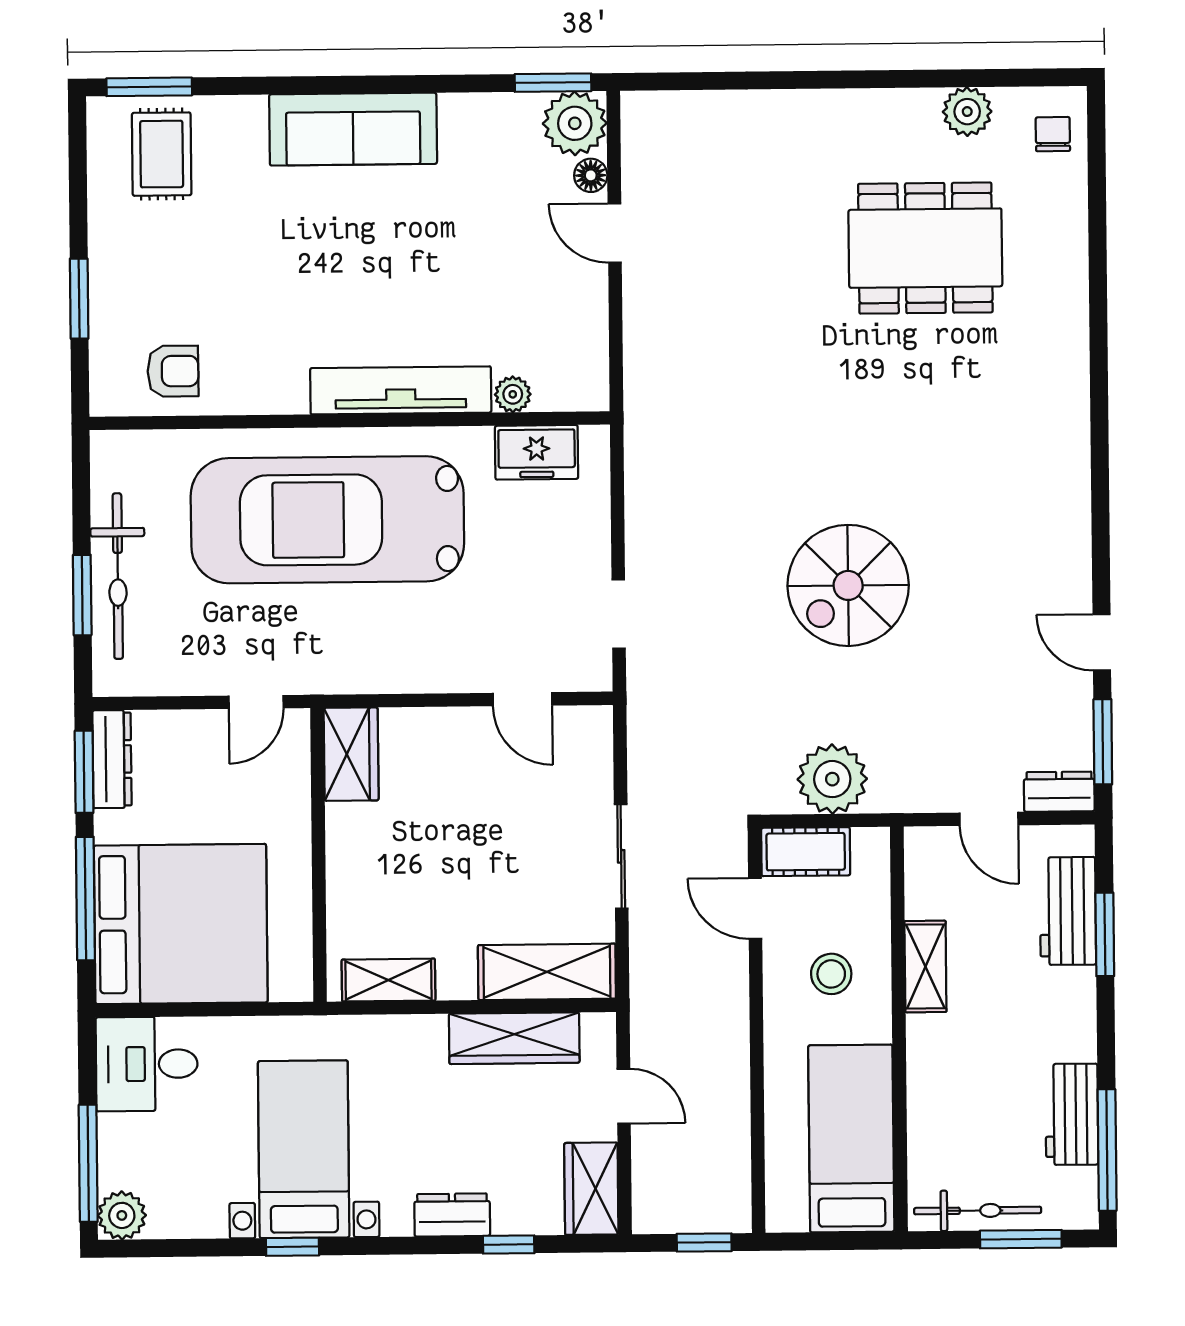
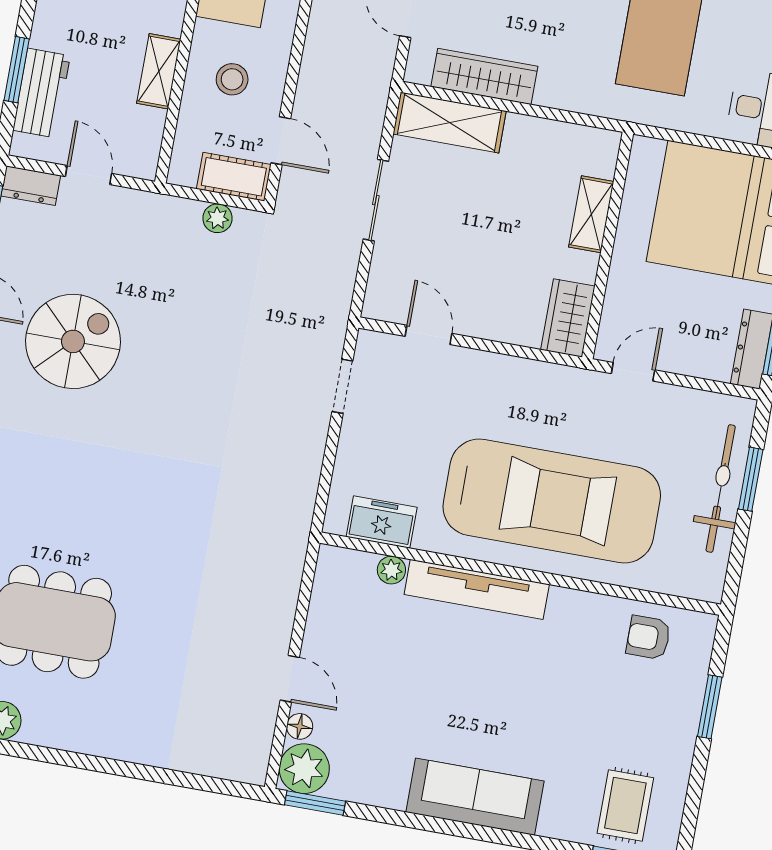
spiral stairs: (848, 585) -> (73, 341), moved
plant: (832, 779) -> (218, 218), width x0.53, depth x0.53
shelving: (388, 980) -> (591, 214), moved, turned 90

